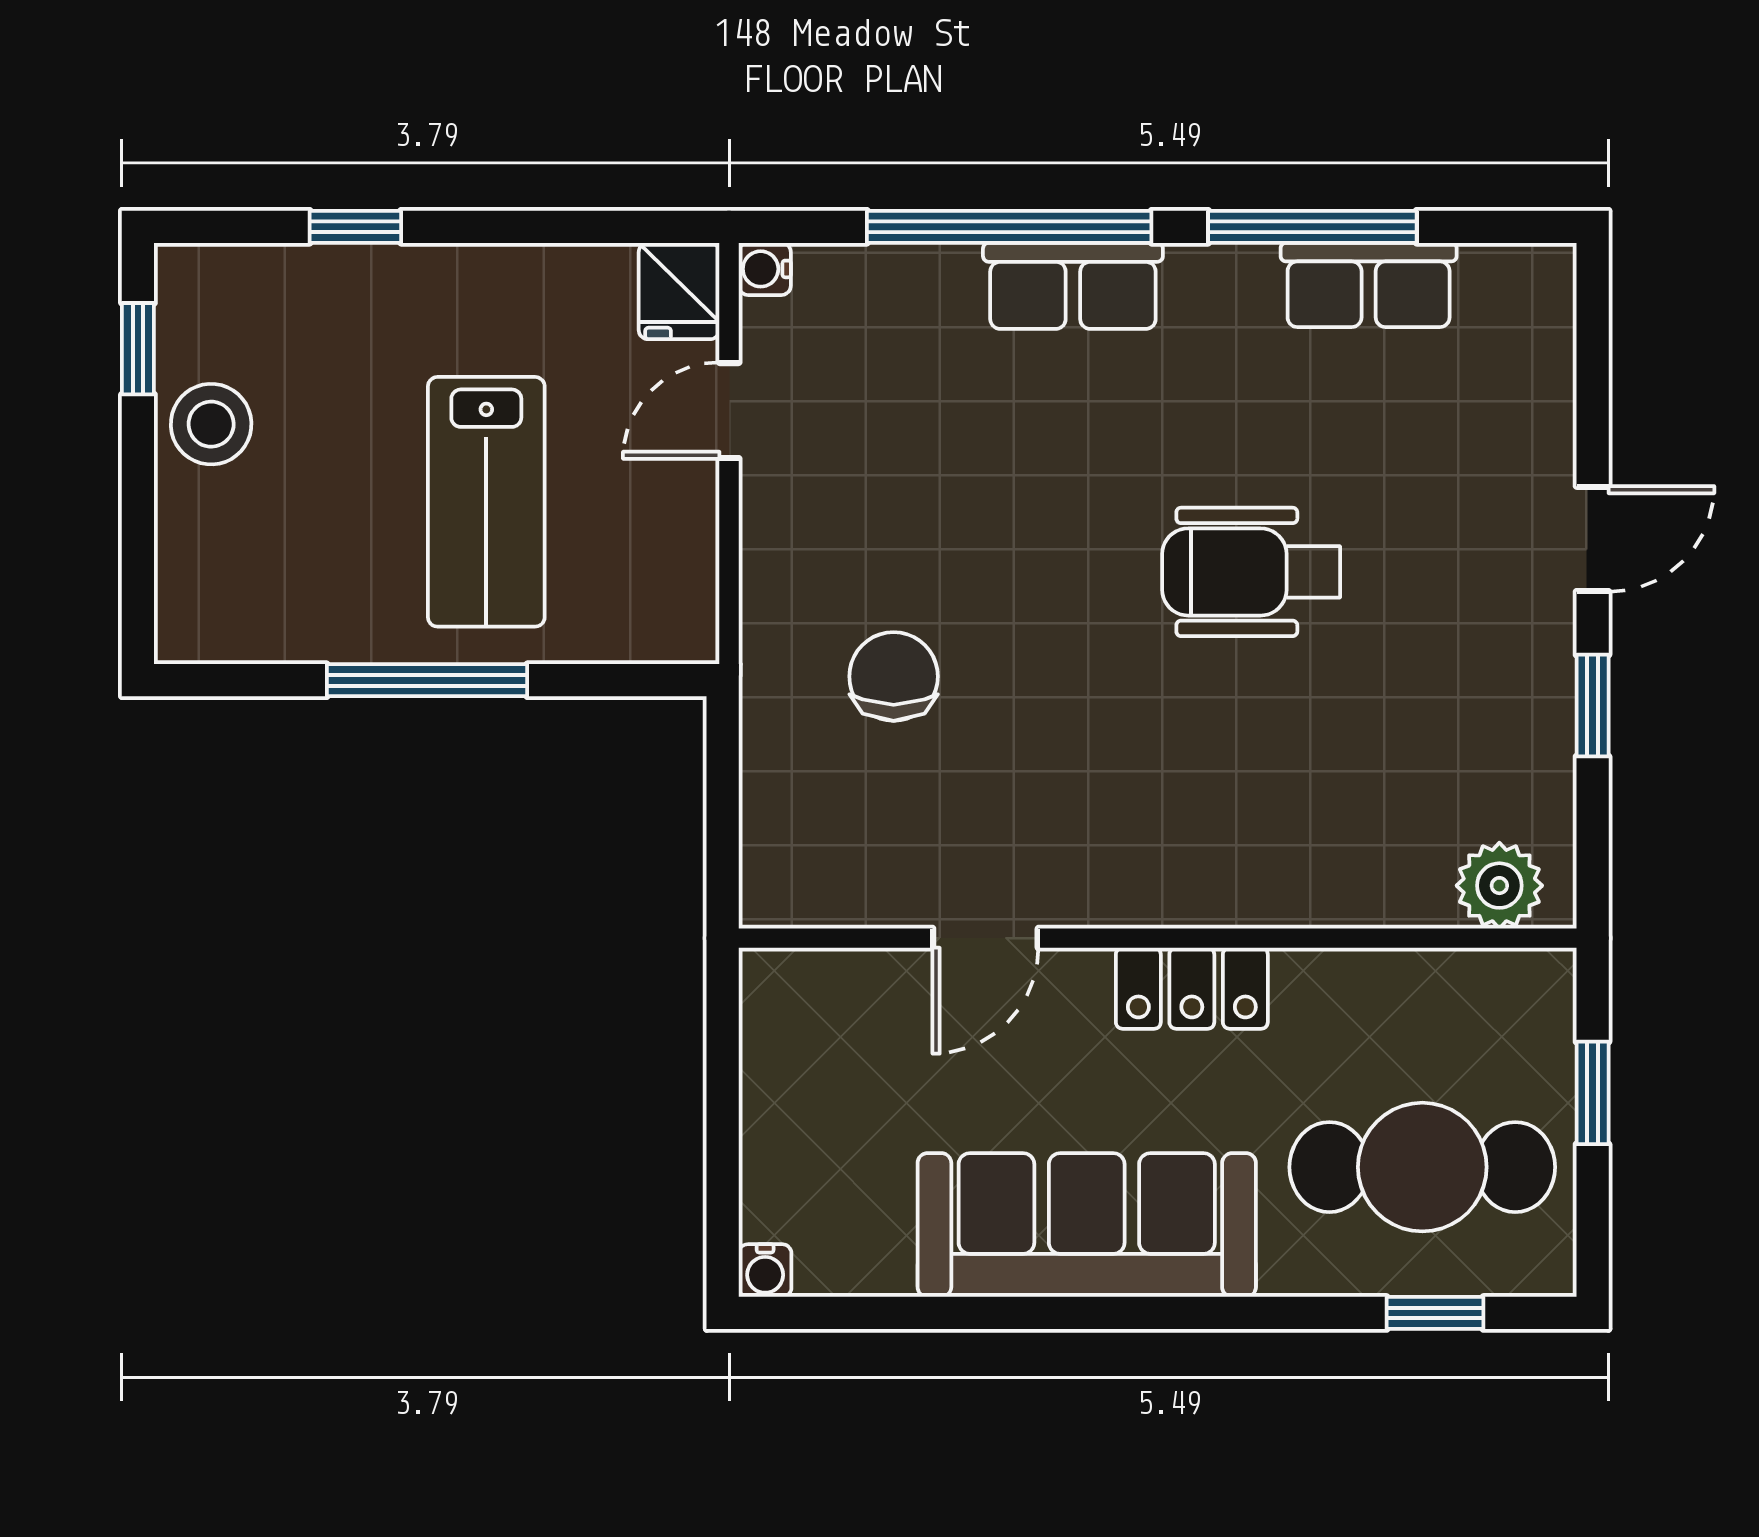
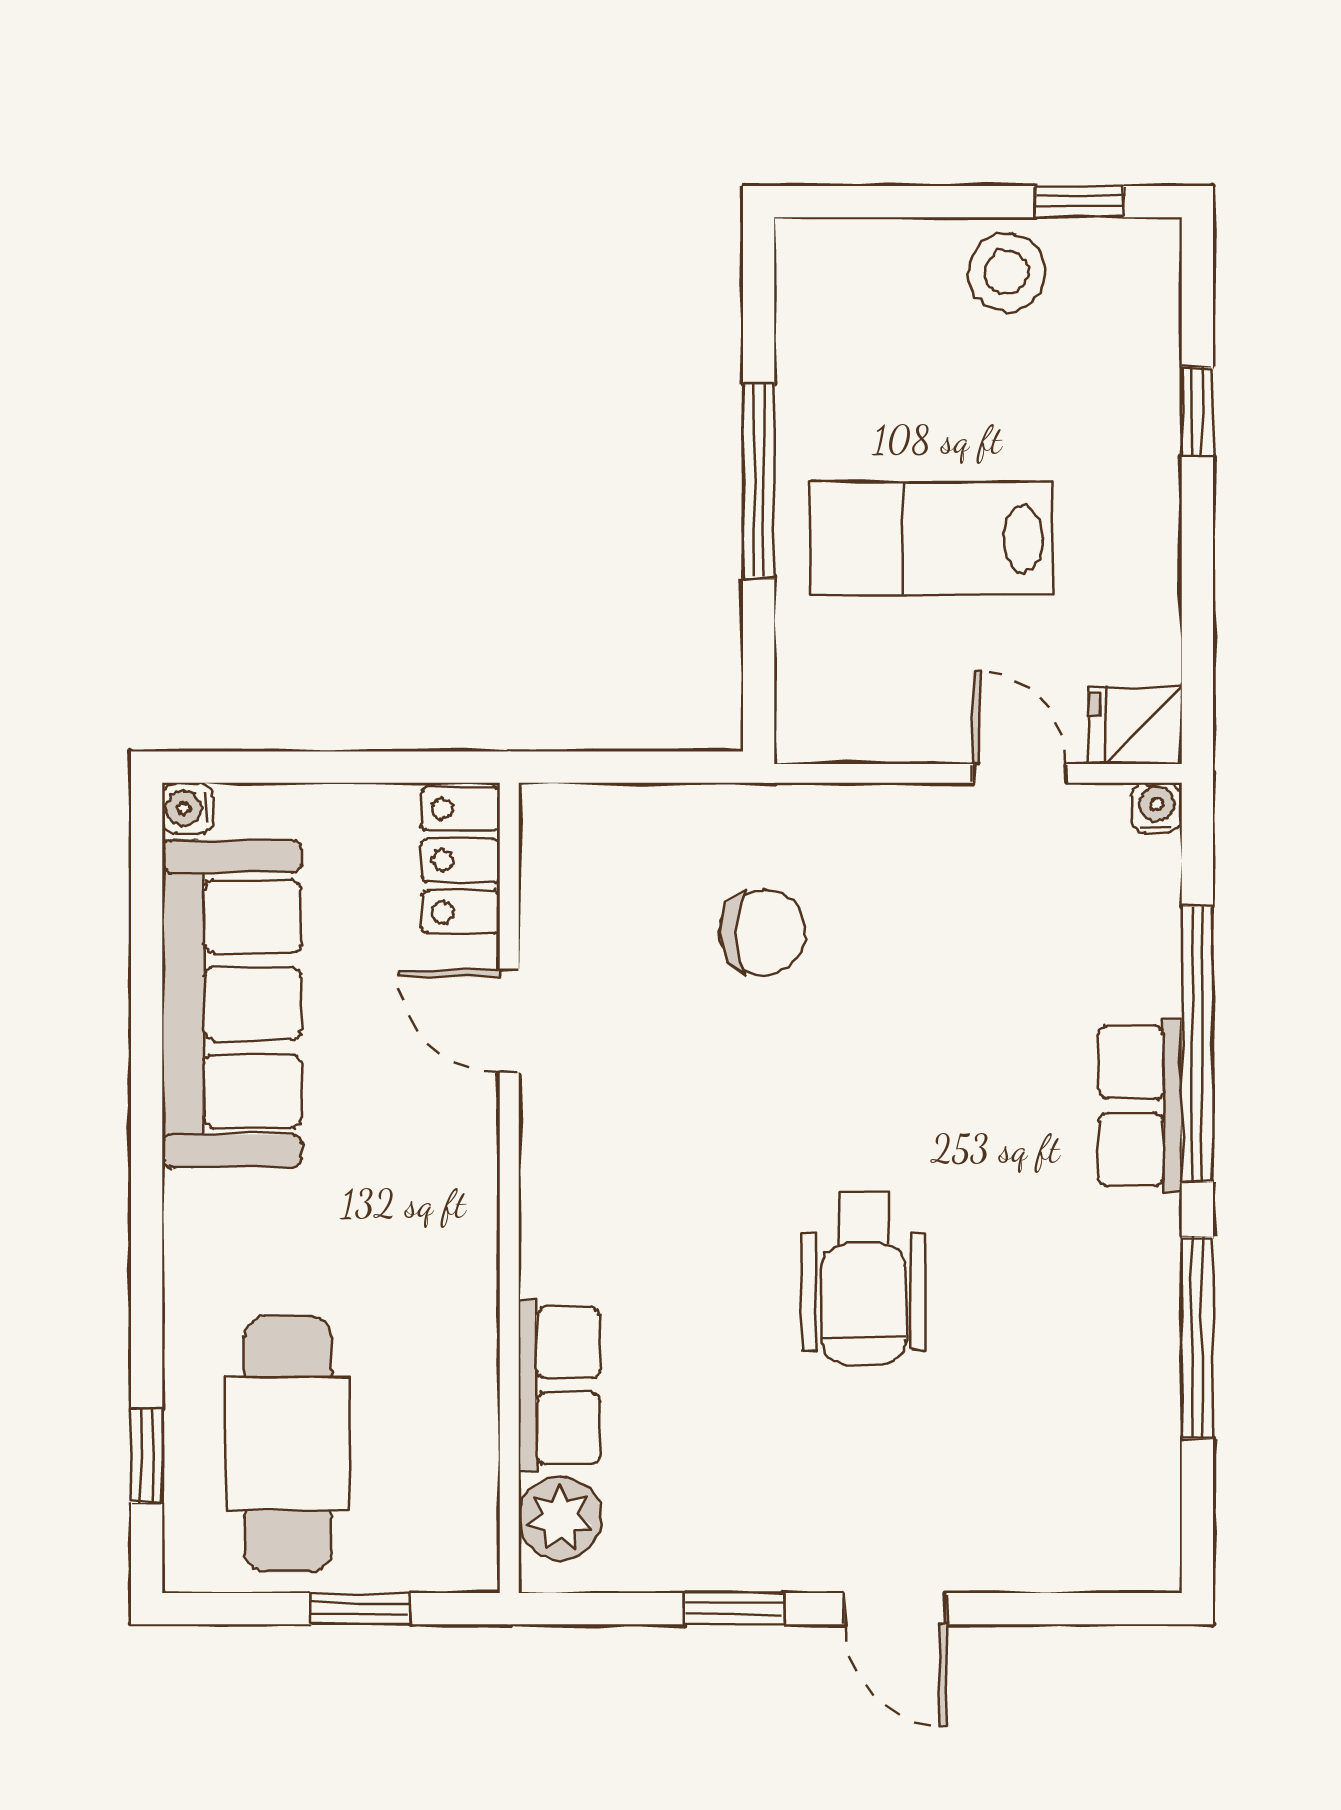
row of seats: (1369, 285) -> (559, 1386), moved, turned 180
wheelchair: (1251, 572) -> (863, 1278), turned 180
locker: (1192, 988) -> (461, 860), moved
sofa: (1087, 1225) -> (232, 1004), moved

